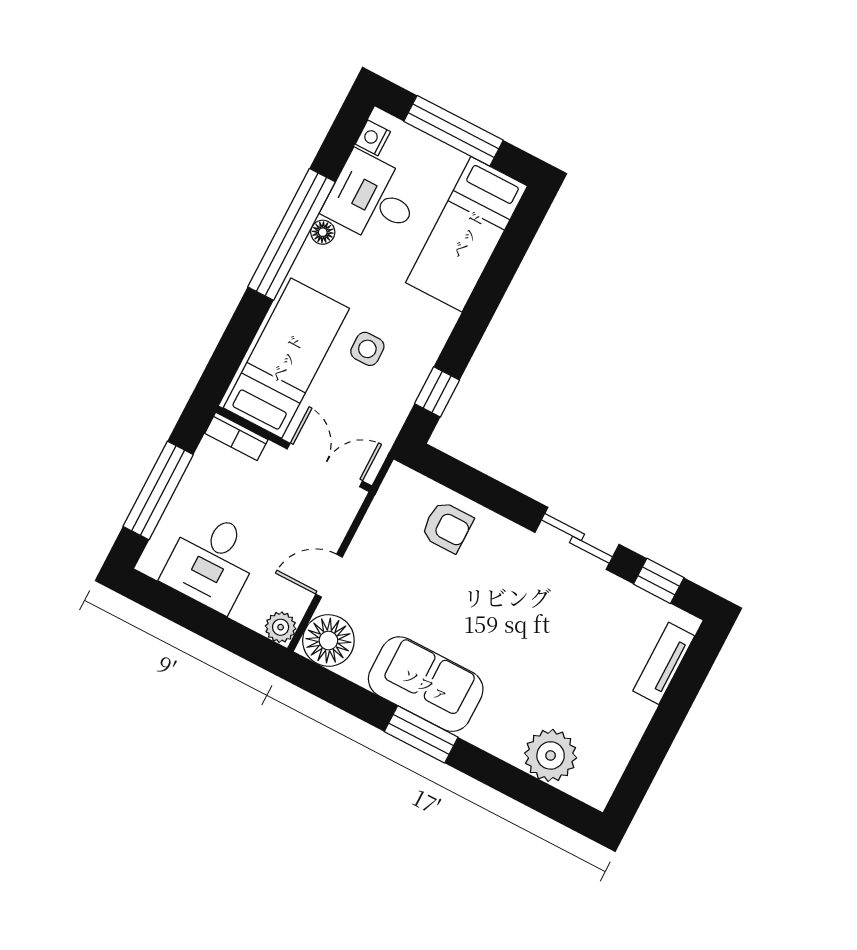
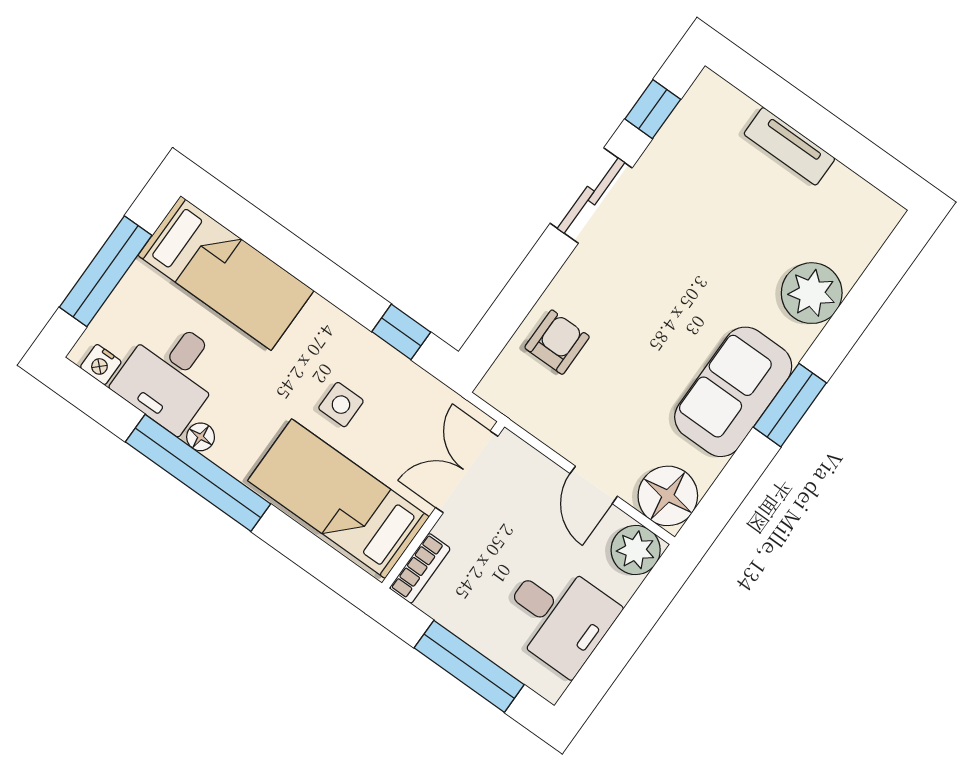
plant: (281, 627) -> (636, 550), width x1.38, depth x1.38
tv unit: (664, 663) -> (789, 146), moved
plant: (551, 755) -> (812, 293), moved

